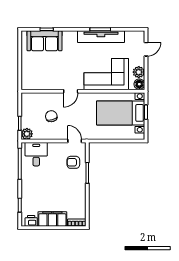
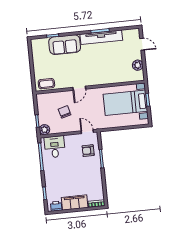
sofa: (44, 41) -> (65, 45), moved
door: (146, 49) -> (142, 44), hinge flipped
corner sofa: (106, 74) -> (109, 70), removed
coffee table: (34, 83) -> (46, 84), added
floor lamp: (139, 84) -> (139, 76), removed

